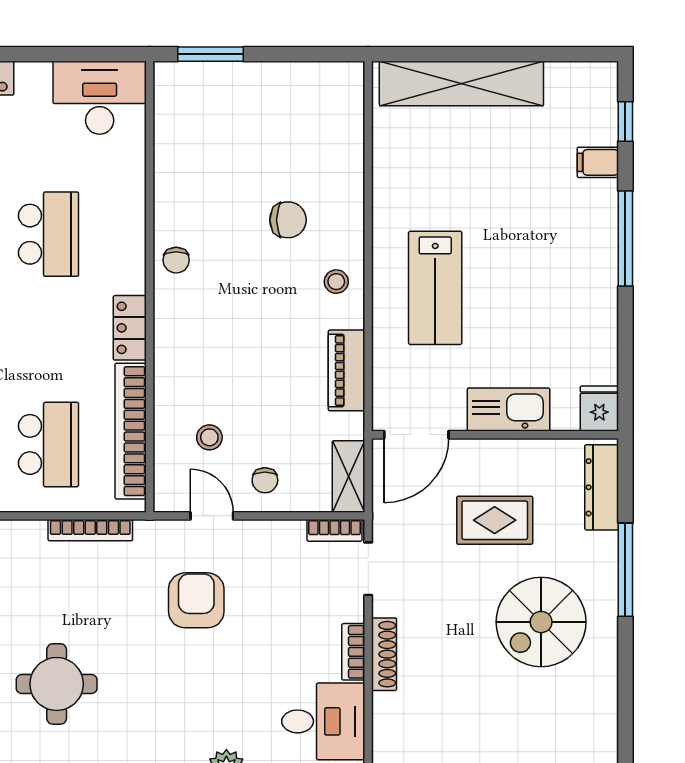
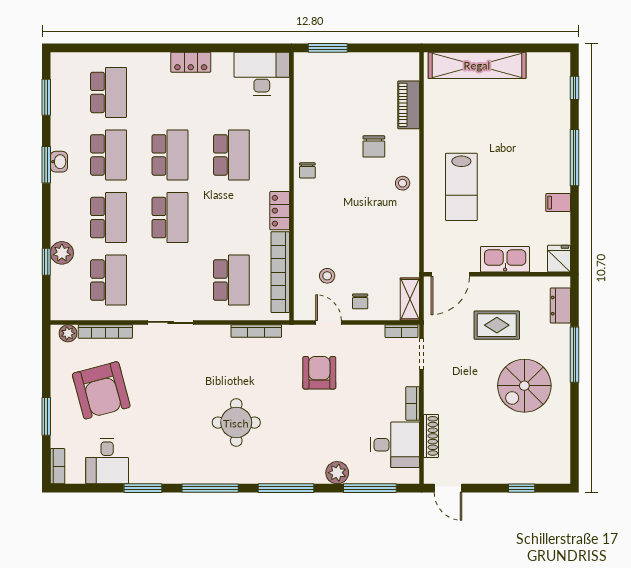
filing cabinet: (598, 162) -> (558, 203), moved
chair: (288, 220) -> (374, 146), turned 90
piano: (347, 370) -> (409, 105), moved
dresser: (602, 487) -> (560, 306), width x0.70
shoe rack: (384, 654) -> (431, 436), moved

